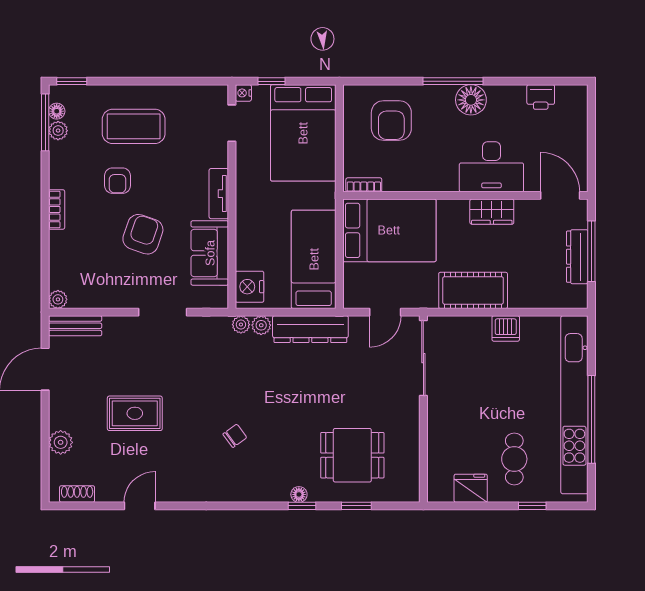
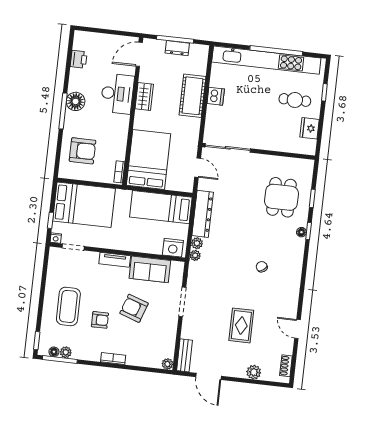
dresser: (577, 257) -> (177, 48), width x0.70
cot: (473, 290) -> (192, 96), moved

